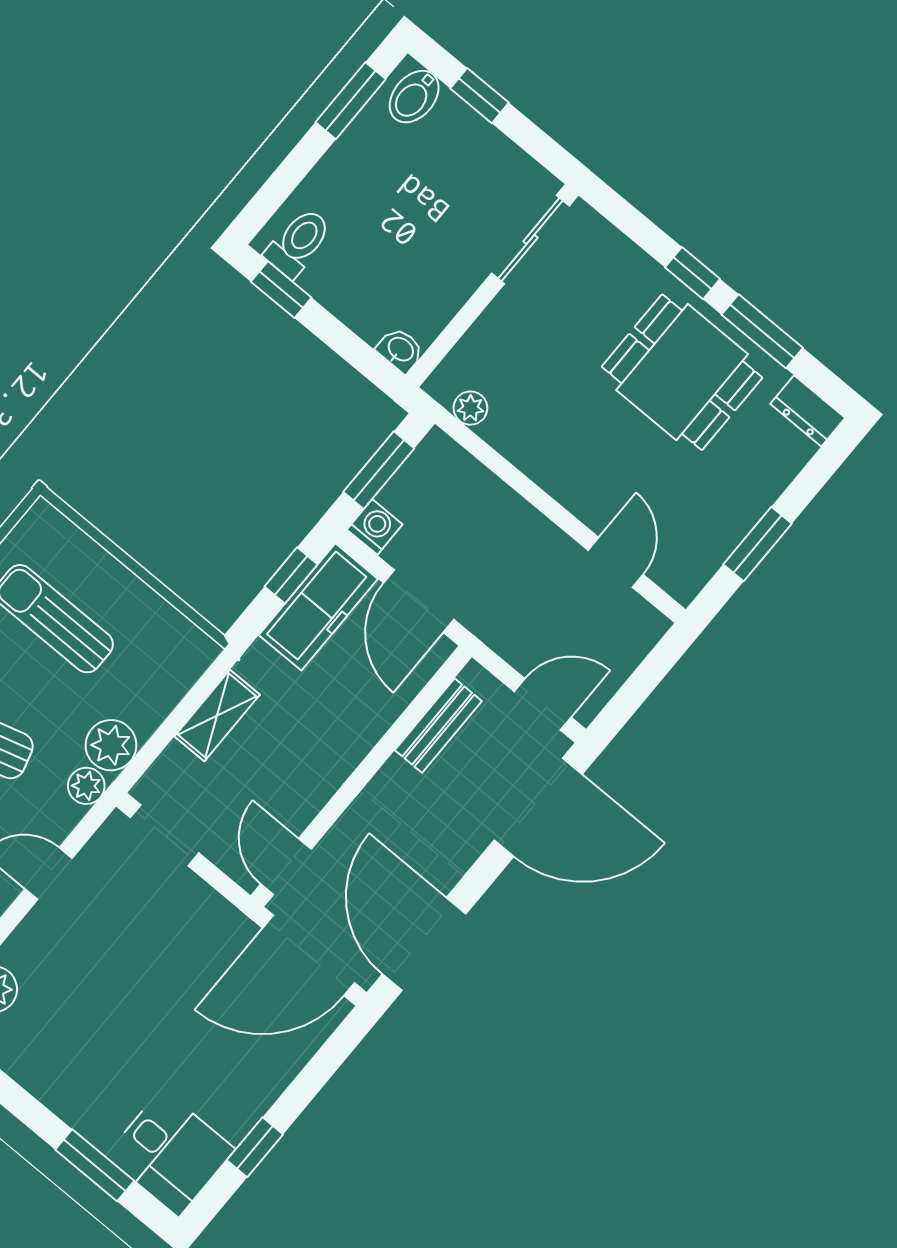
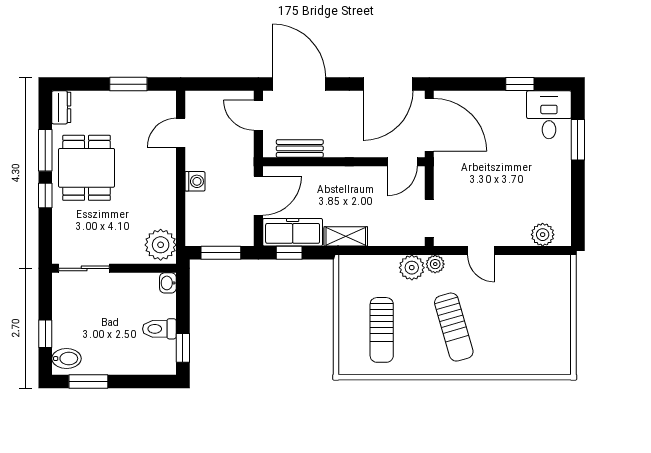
toilet: (298, 243) -> (159, 329), moved
plant: (470, 408) -> (161, 245), width x1.87, depth x1.87
washing machine: (375, 527) -> (195, 181), moved, turned 180
shelving: (217, 715) -> (346, 236), moved

